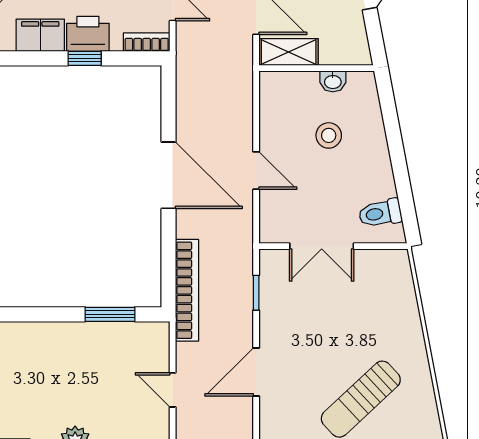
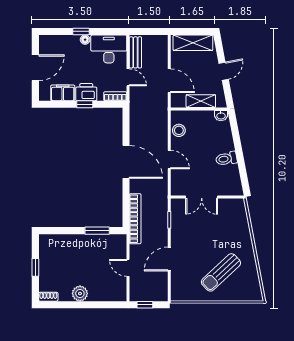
shelving: (289, 52) -> (201, 101), moved
washbasin: (333, 81) -> (221, 116), moved
stool: (329, 135) -> (179, 130), moved
toilet: (380, 213) -> (226, 159), moved

